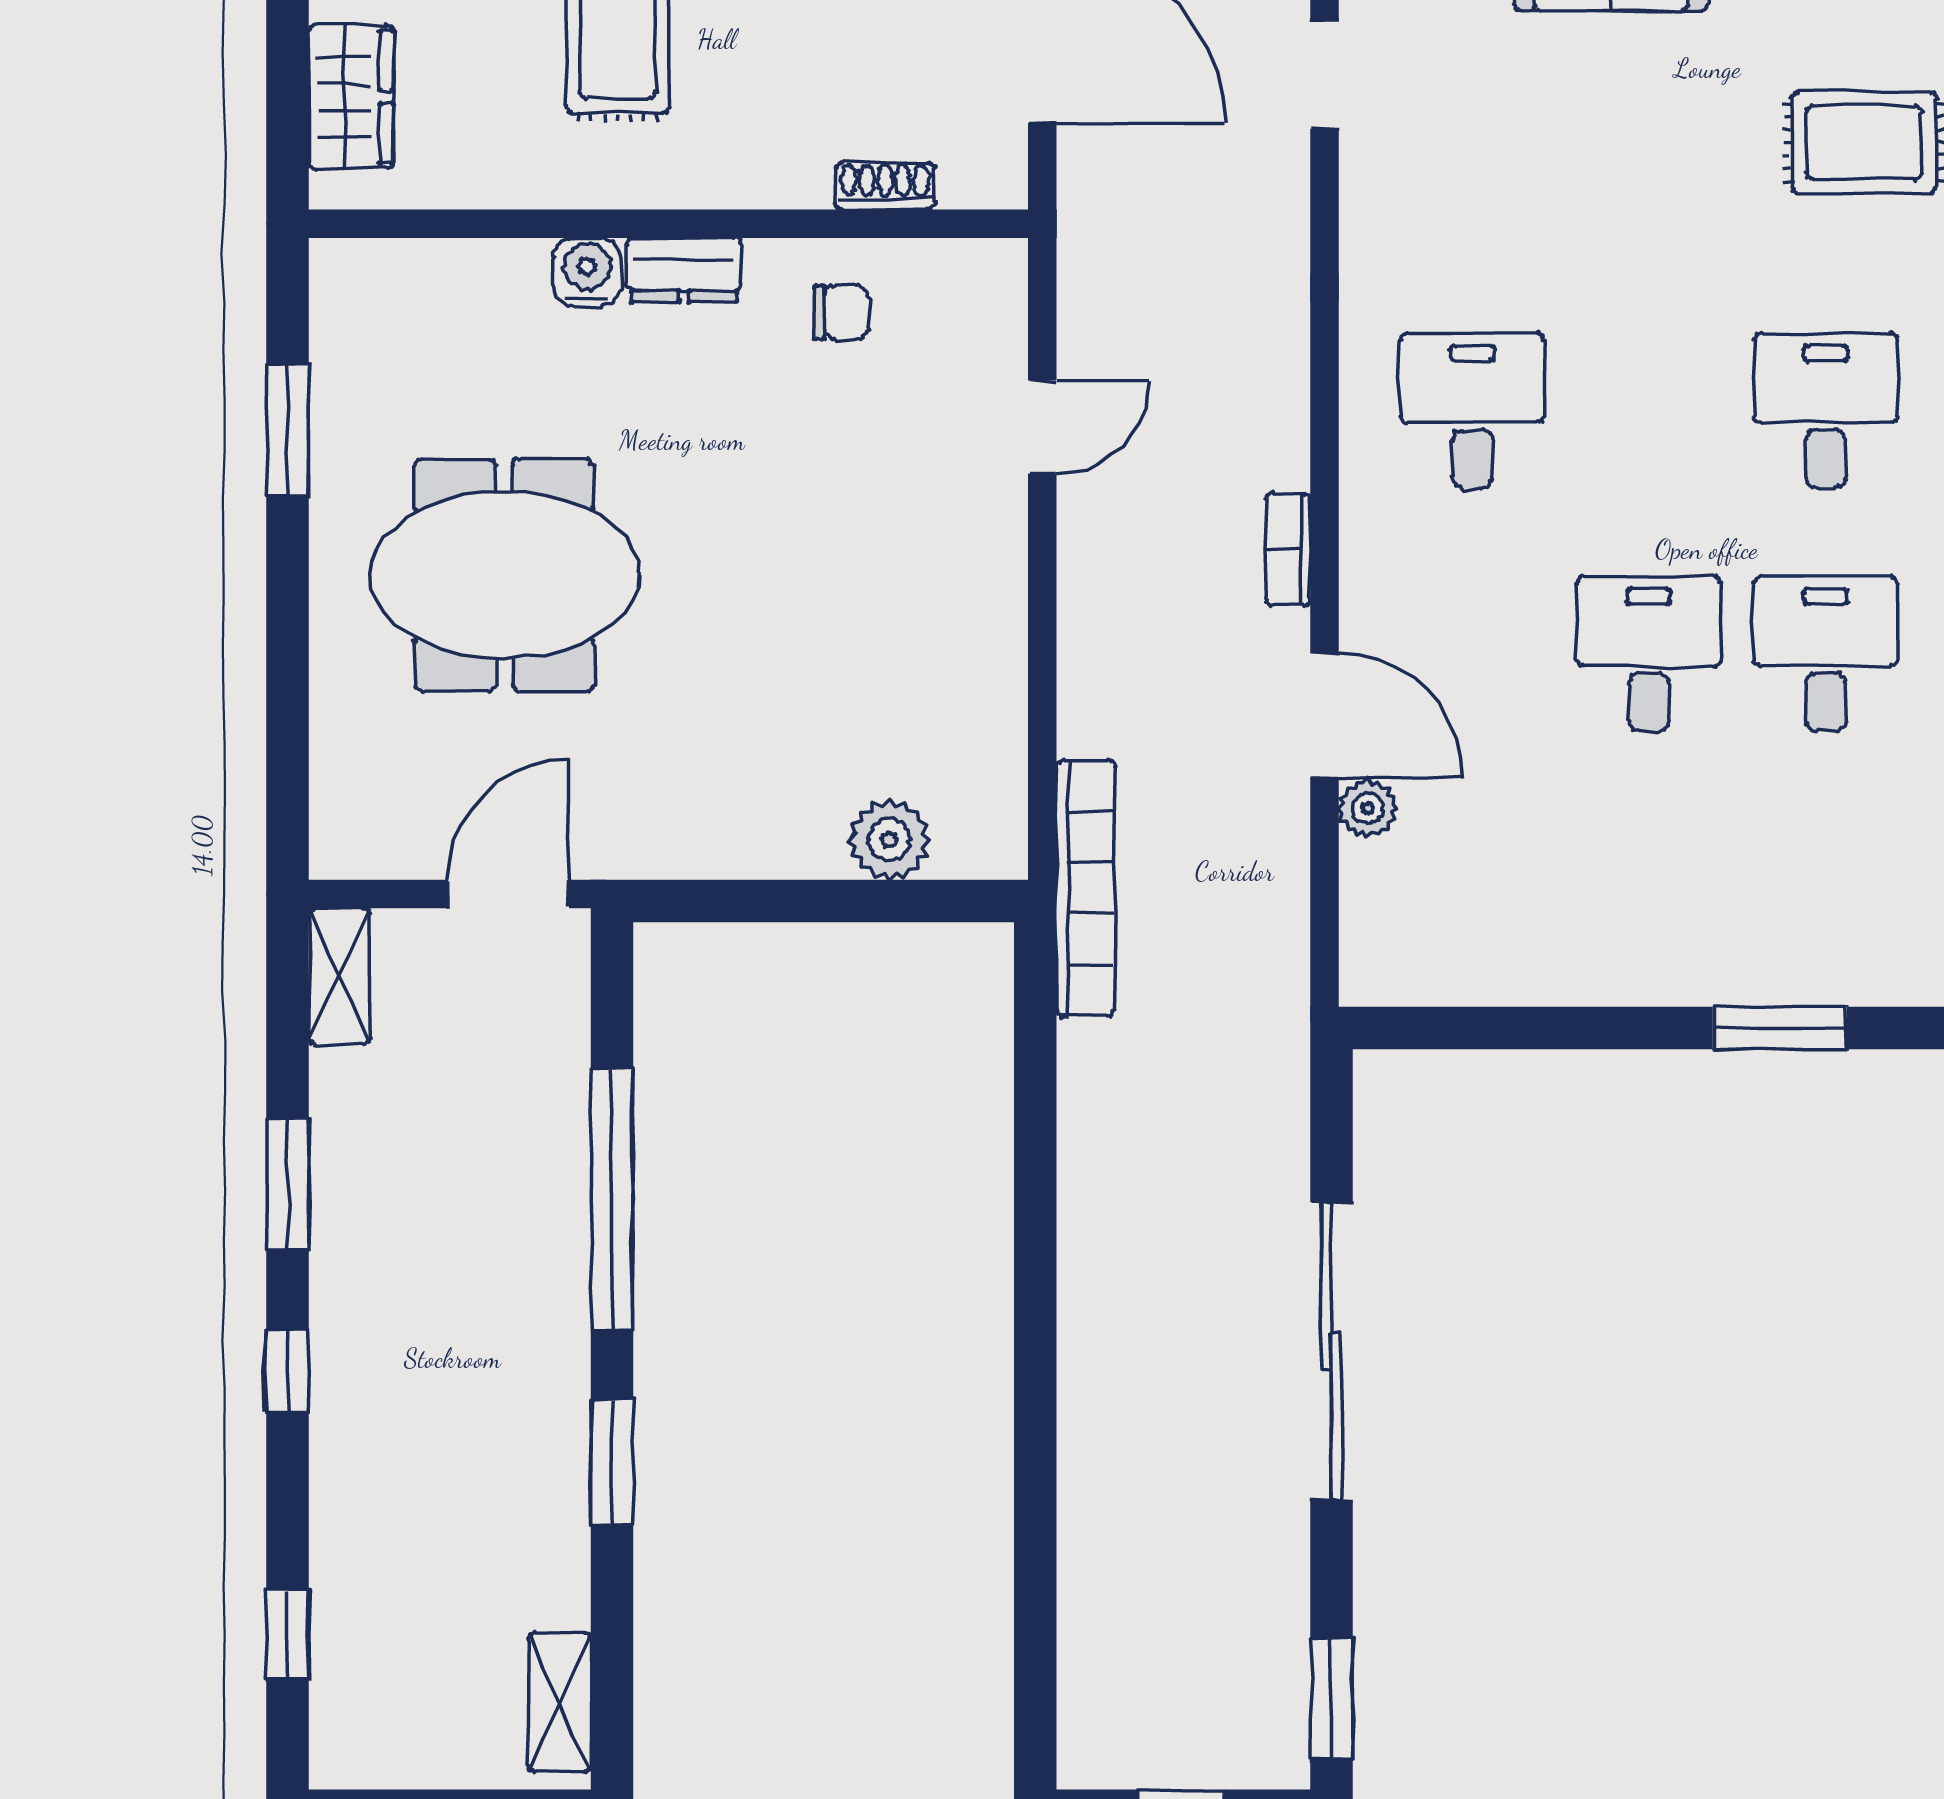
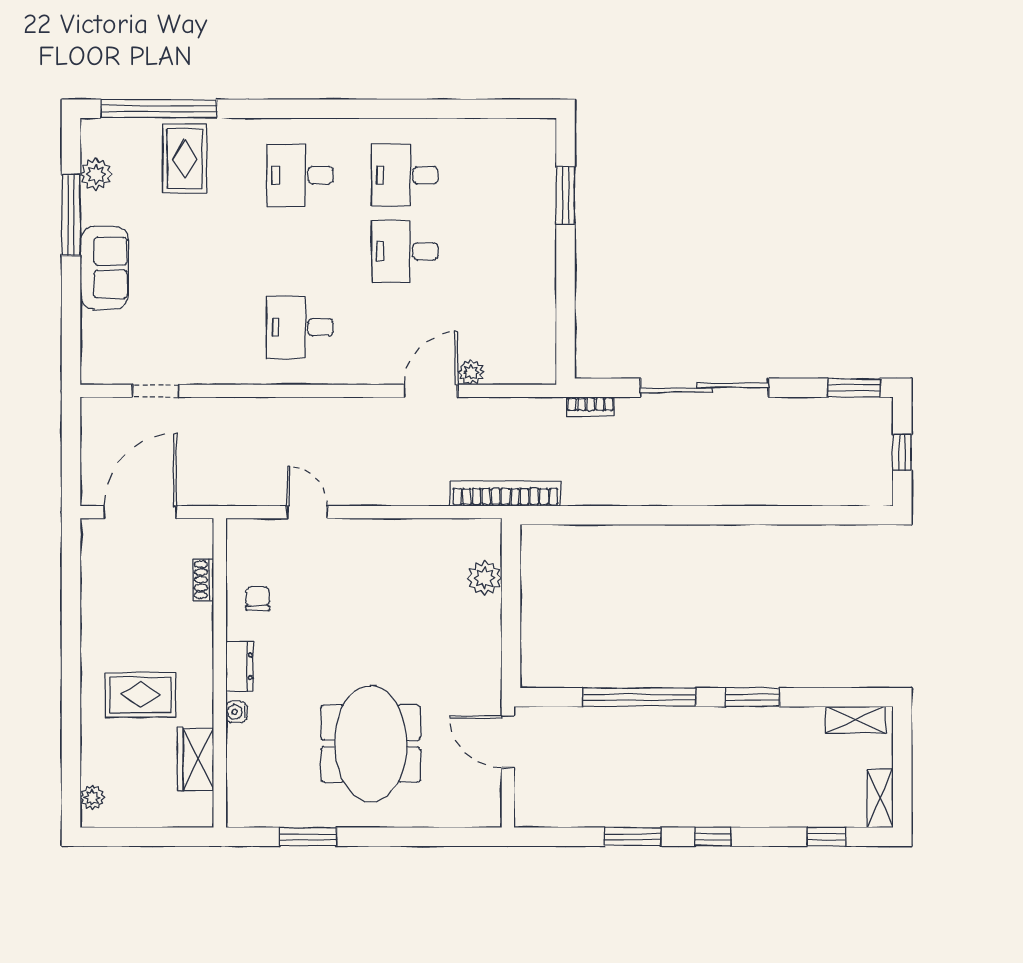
wardrobe: (351, 97) -> (196, 759), moved, turned -90
water cooler: (587, 272) -> (236, 712), width x0.72, depth x0.72
bookcase: (1288, 549) -> (590, 407), moved
shelving: (339, 976) -> (880, 798), moved, turned 90

